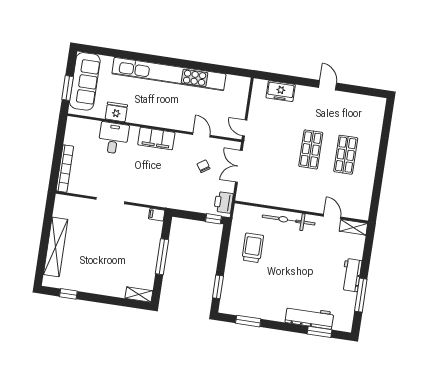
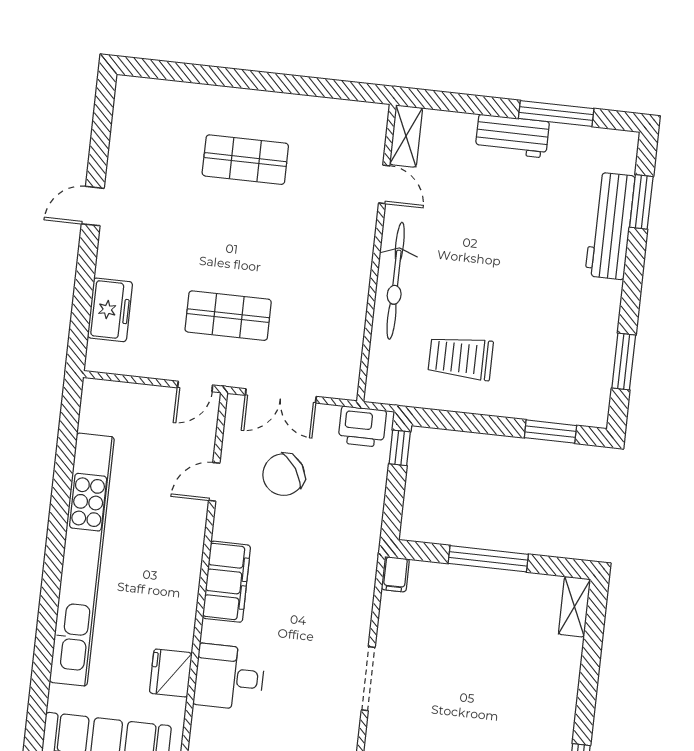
shop shelf: (311, 149) -> (228, 316), moved
chair: (203, 166) -> (284, 475), width x1.87, depth x1.87
door: (332, 217) -> (384, 184), swing flipped

